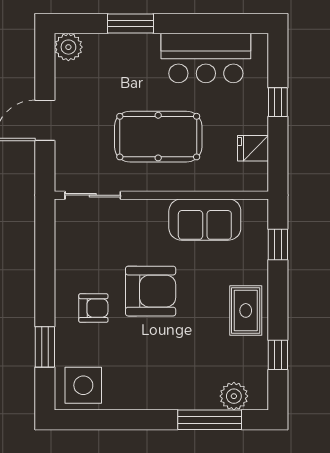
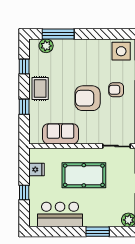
window: (278, 245) -> (24, 107), moved

